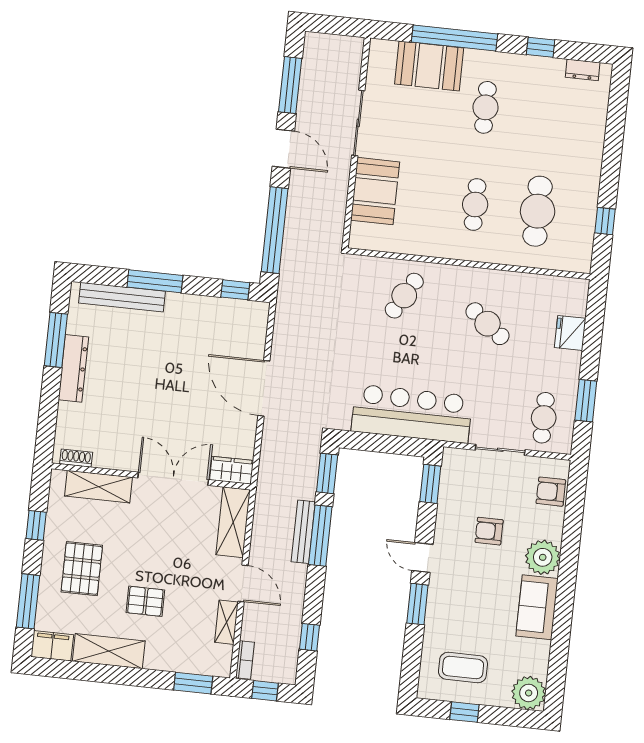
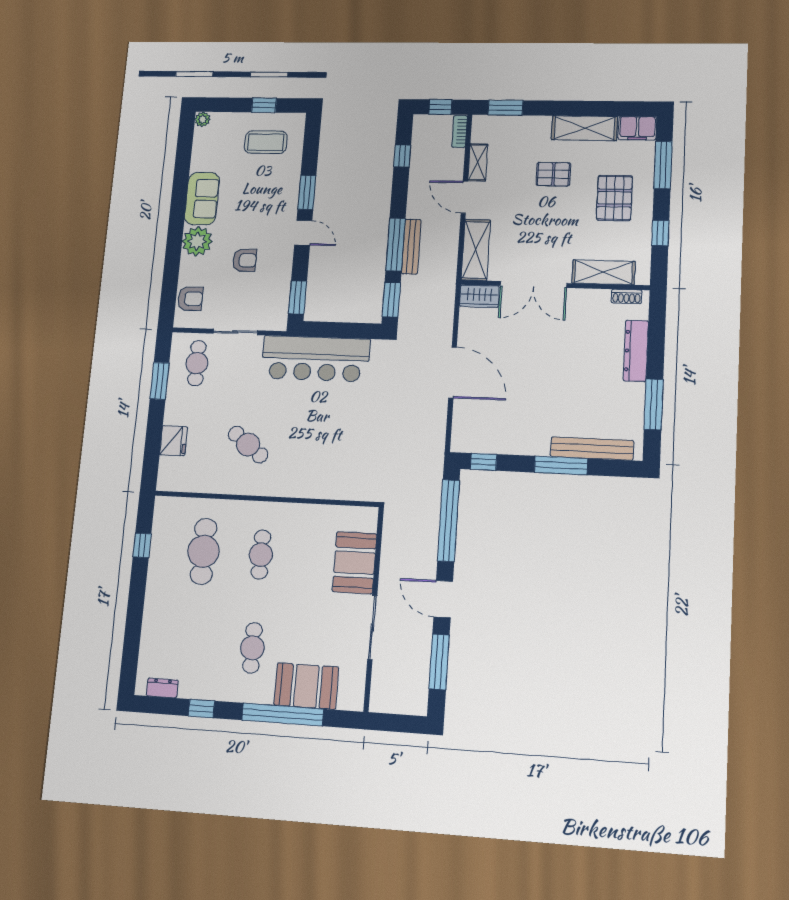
cafe table: (404, 296) -> (325, 466), removed
dresser: (73, 368) -> (636, 351), moved
plant: (529, 693) -> (203, 119), width x0.53, depth x0.53

